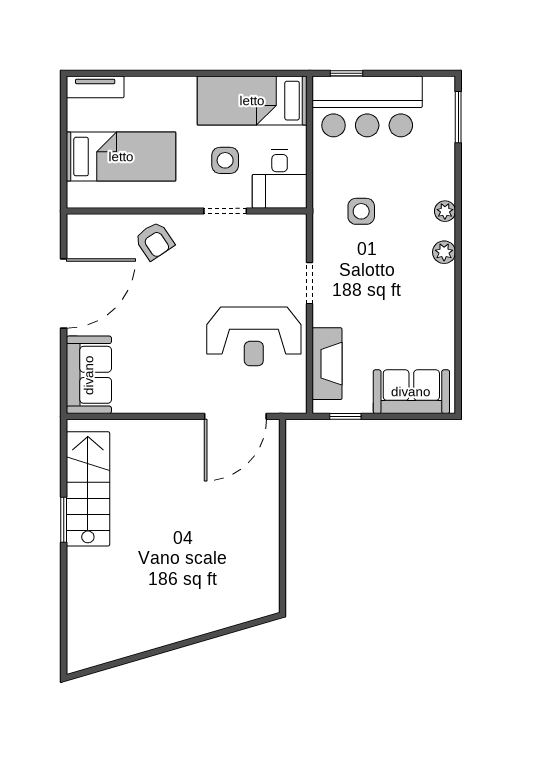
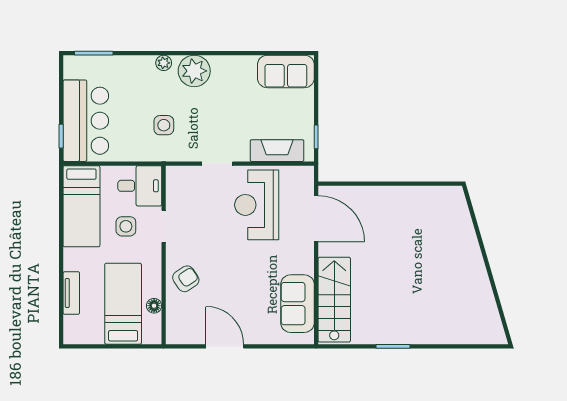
tv unit: (95, 87) -> (71, 293), moved
floor lamp: (118, 198) -> (154, 306), added
plant: (444, 252) -> (194, 71), width x1.88, depth x1.88
door: (64, 293) -> (225, 346), width x0.73
reception desk: (254, 336) -> (257, 205), turned 180
sofa: (89, 375) -> (297, 304), moved, turned -90
sofa: (411, 392) -> (286, 71), moved, turned -90
stairs: (88, 489) -> (334, 300), moved, turned 90

